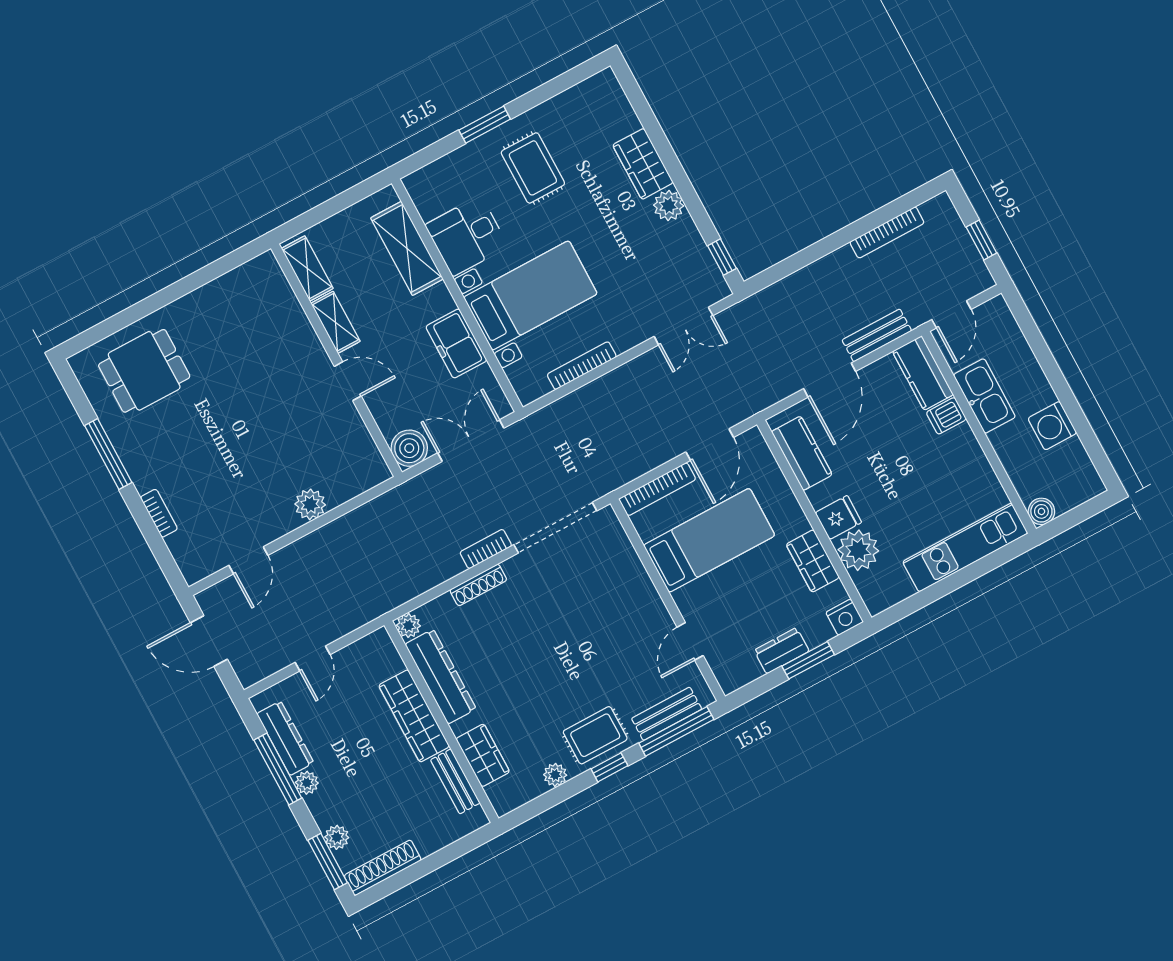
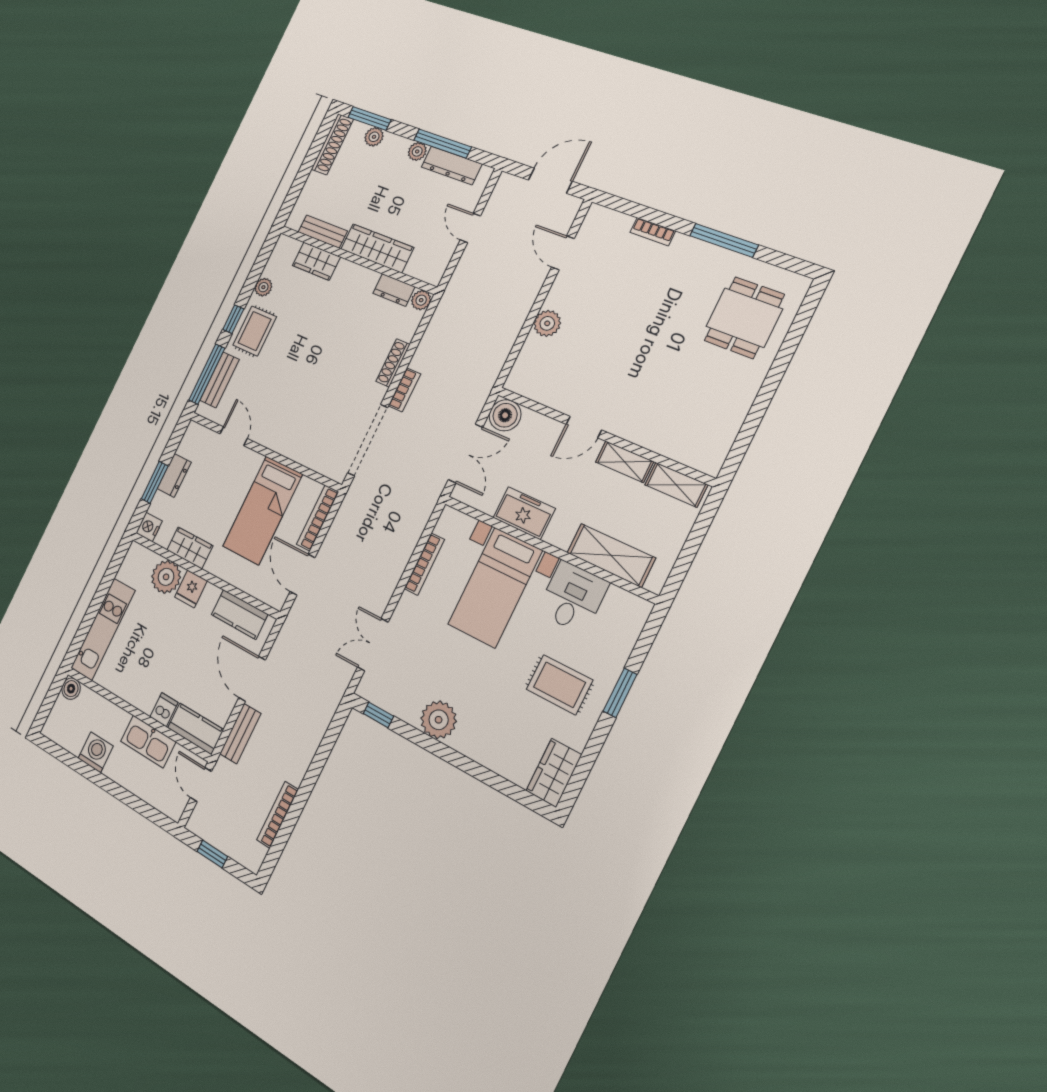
wardrobe: (643, 164) -> (554, 773), moved, turned -90
plant: (669, 206) -> (439, 720), width x1.36, depth x1.36
dresser: (441, 677) -> (394, 290), width x0.51, depth x0.80

